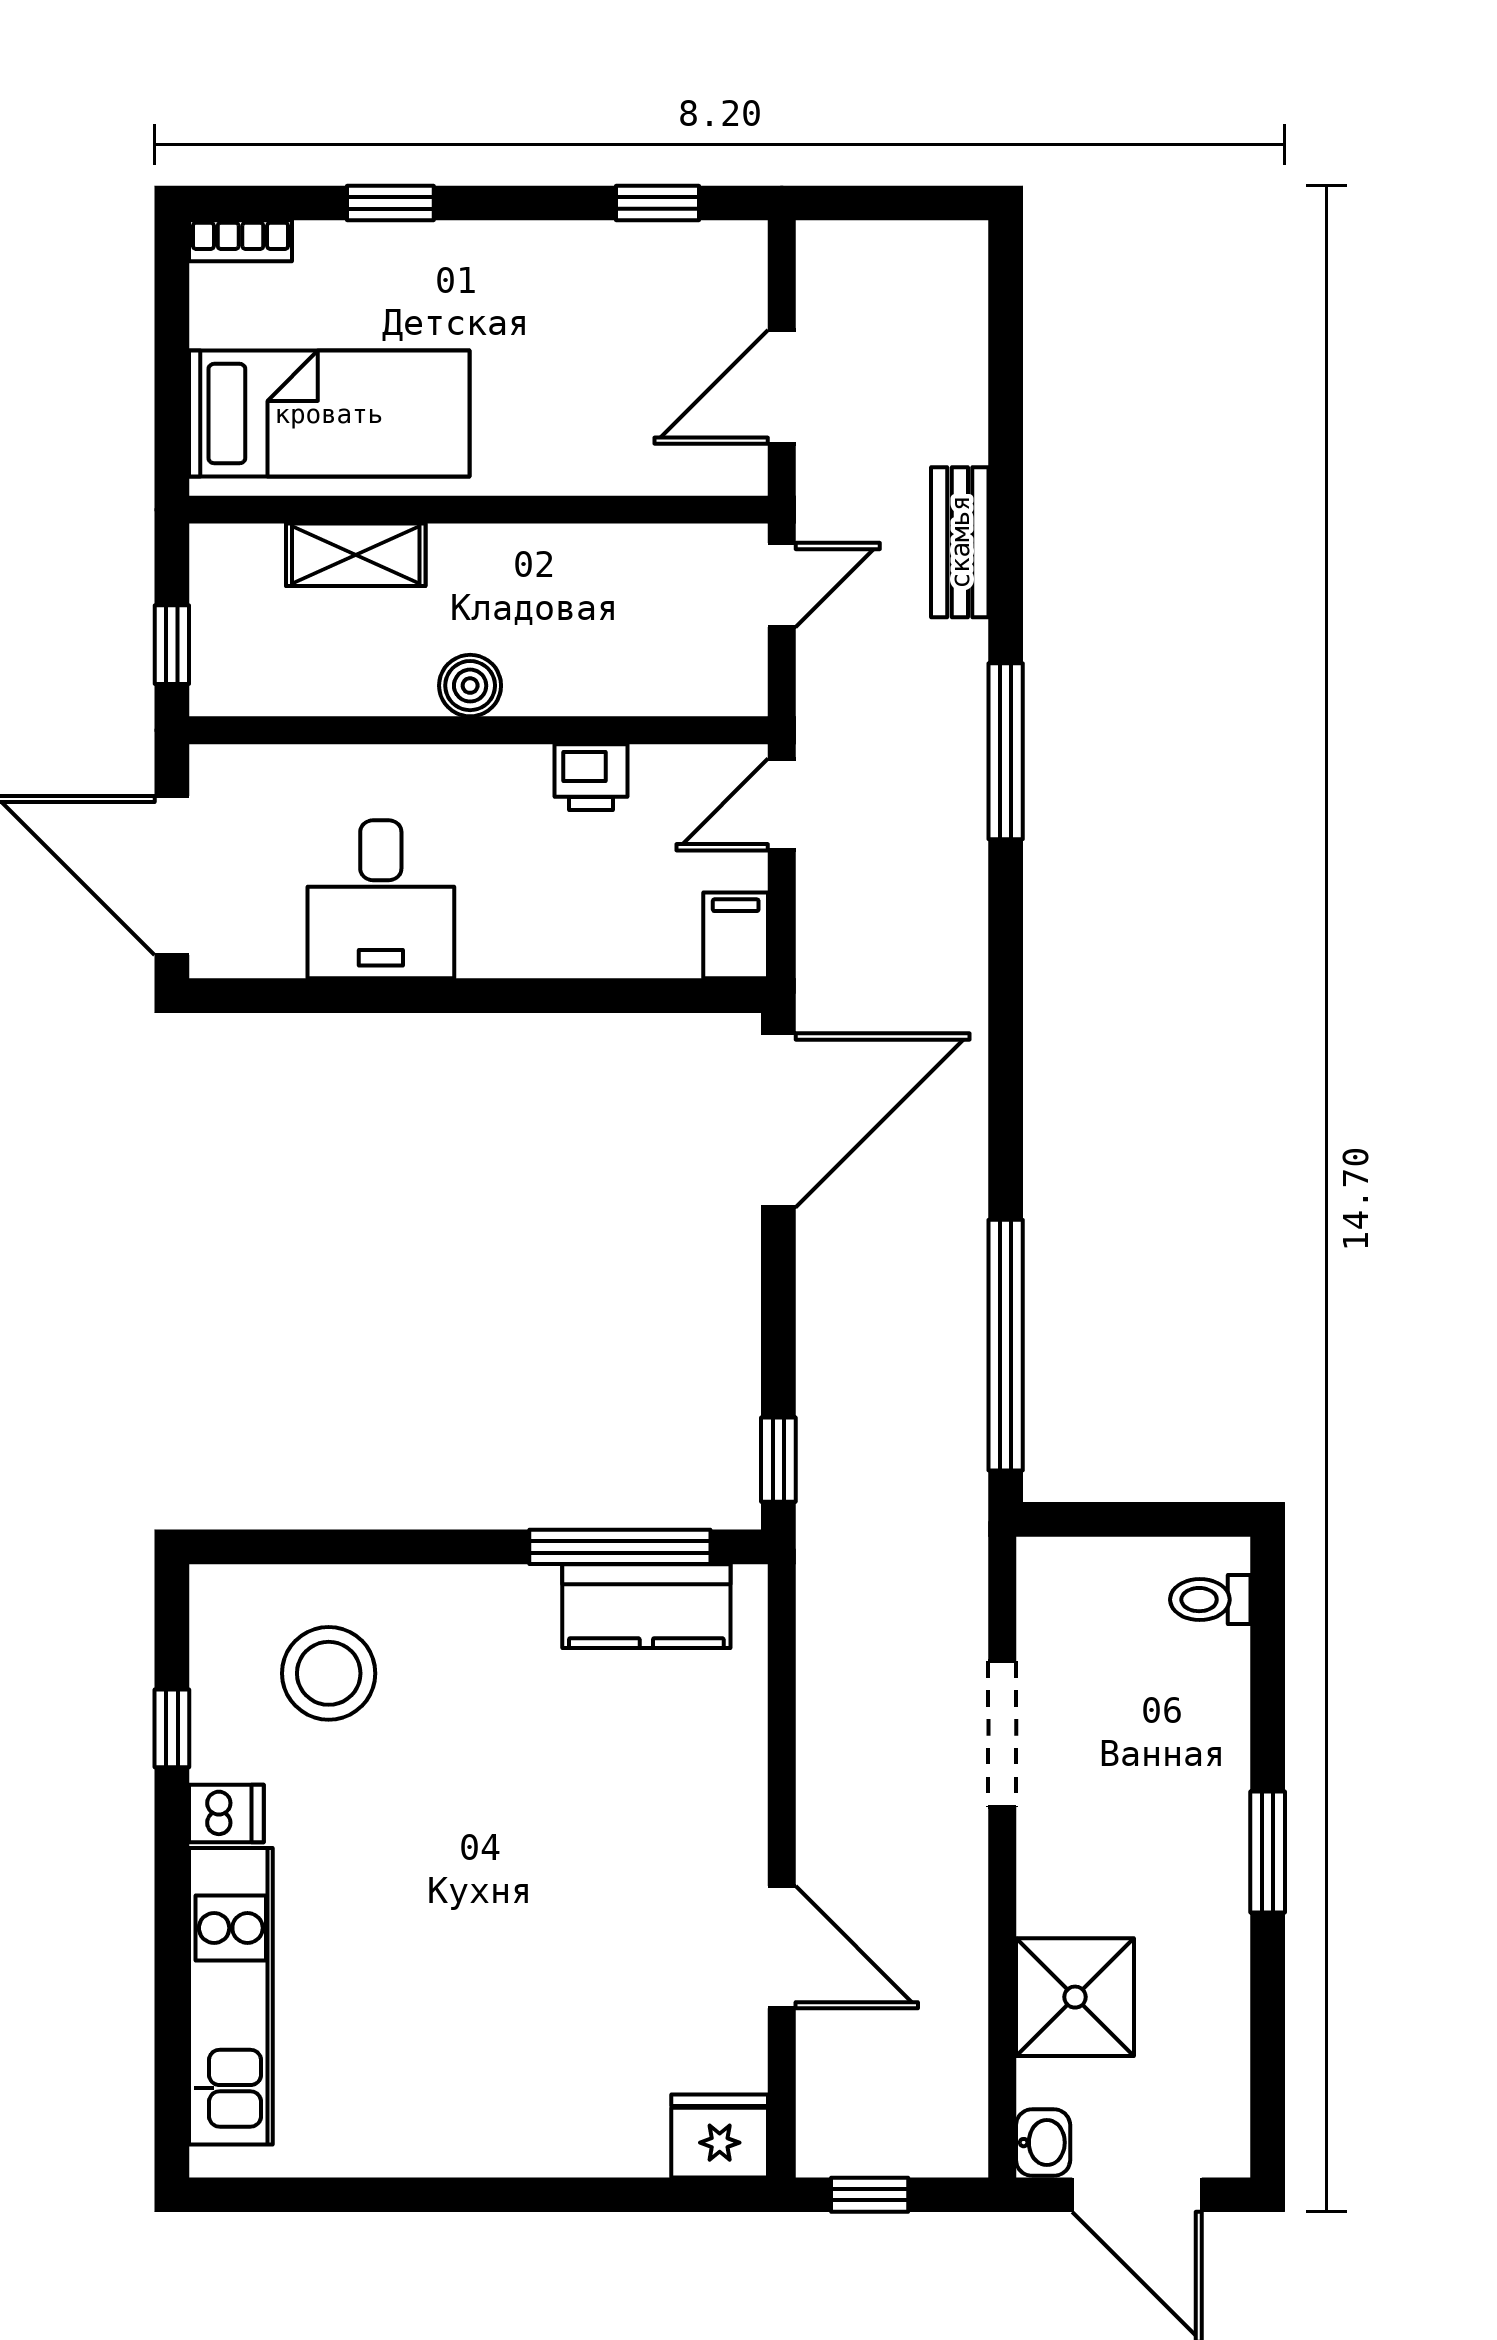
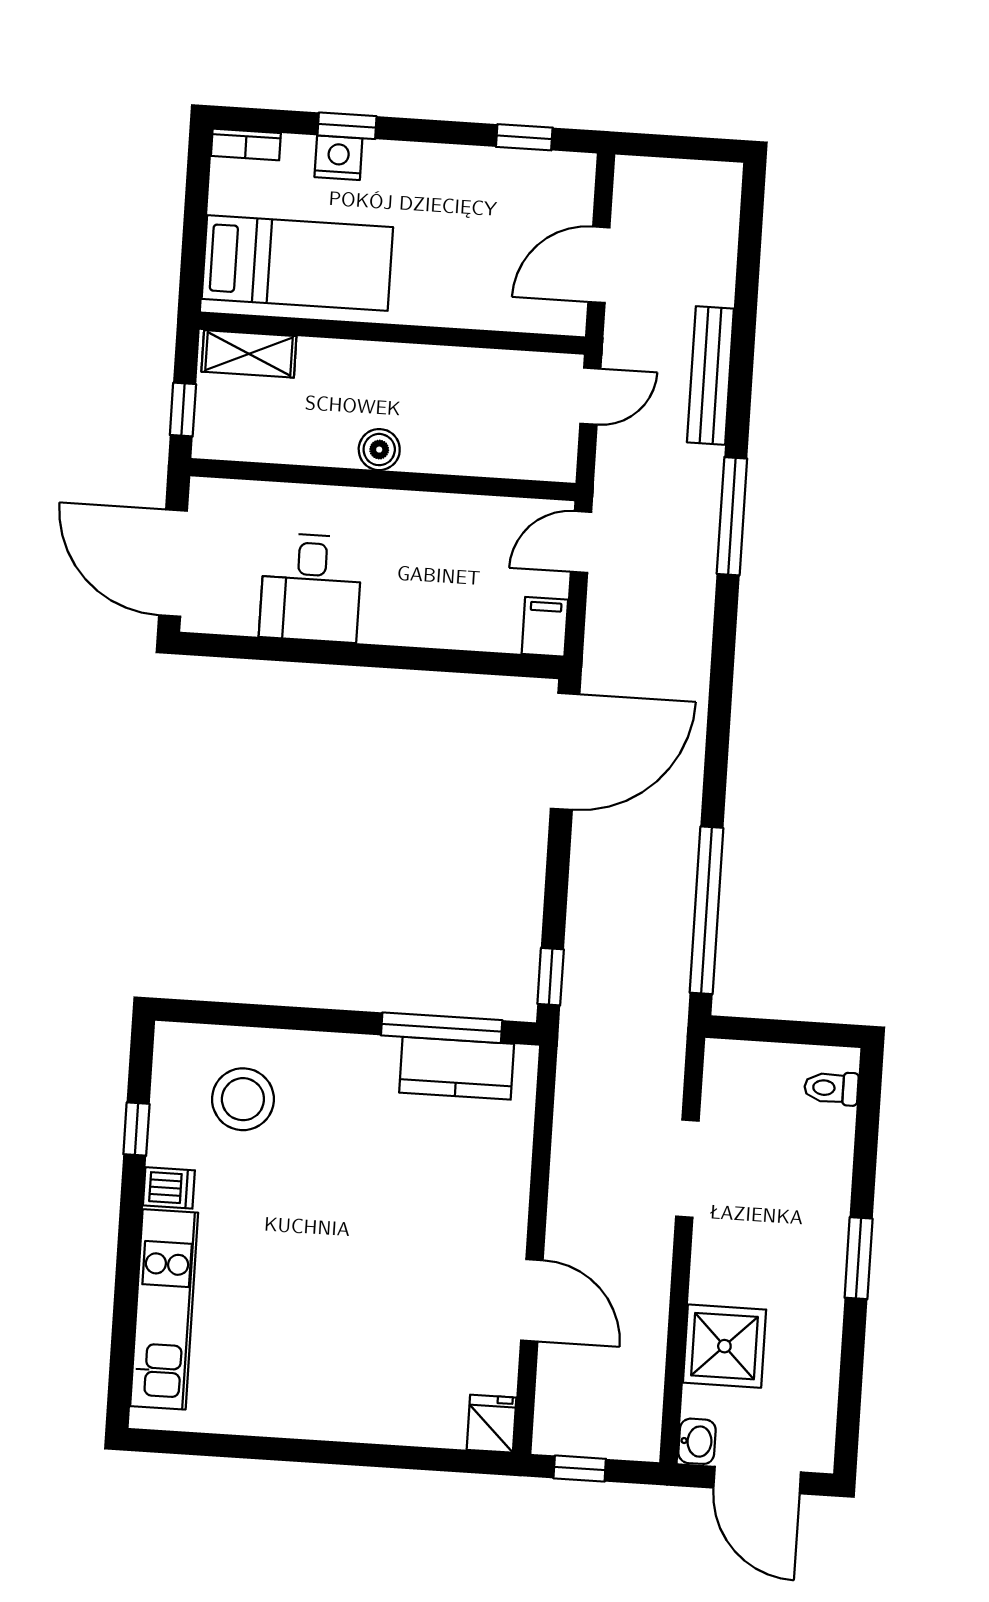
nightstand: (381, 252) -> (338, 158), added
bench: (960, 542) -> (710, 375), width x1.36
shelving: (356, 555) -> (249, 354), moved
printer: (591, 777) -> (456, 516), removed
fridge: (720, 2136) -> (492, 1424), width x0.72

